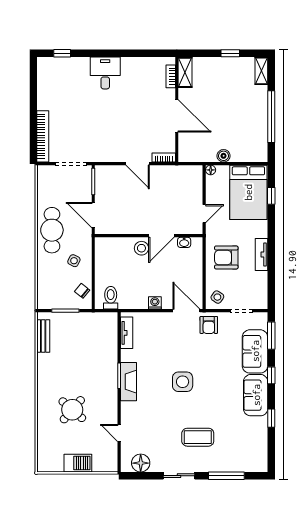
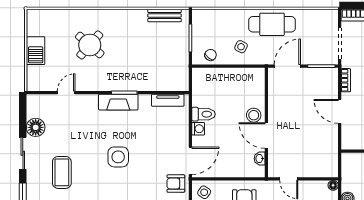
bookcase: (164, 158) -> (346, 80), moved
door: (138, 164) -> (340, 111), hinge flipped
toilet: (111, 298) -> (203, 114), moved
floor lamp: (141, 463) -> (36, 127), moved

